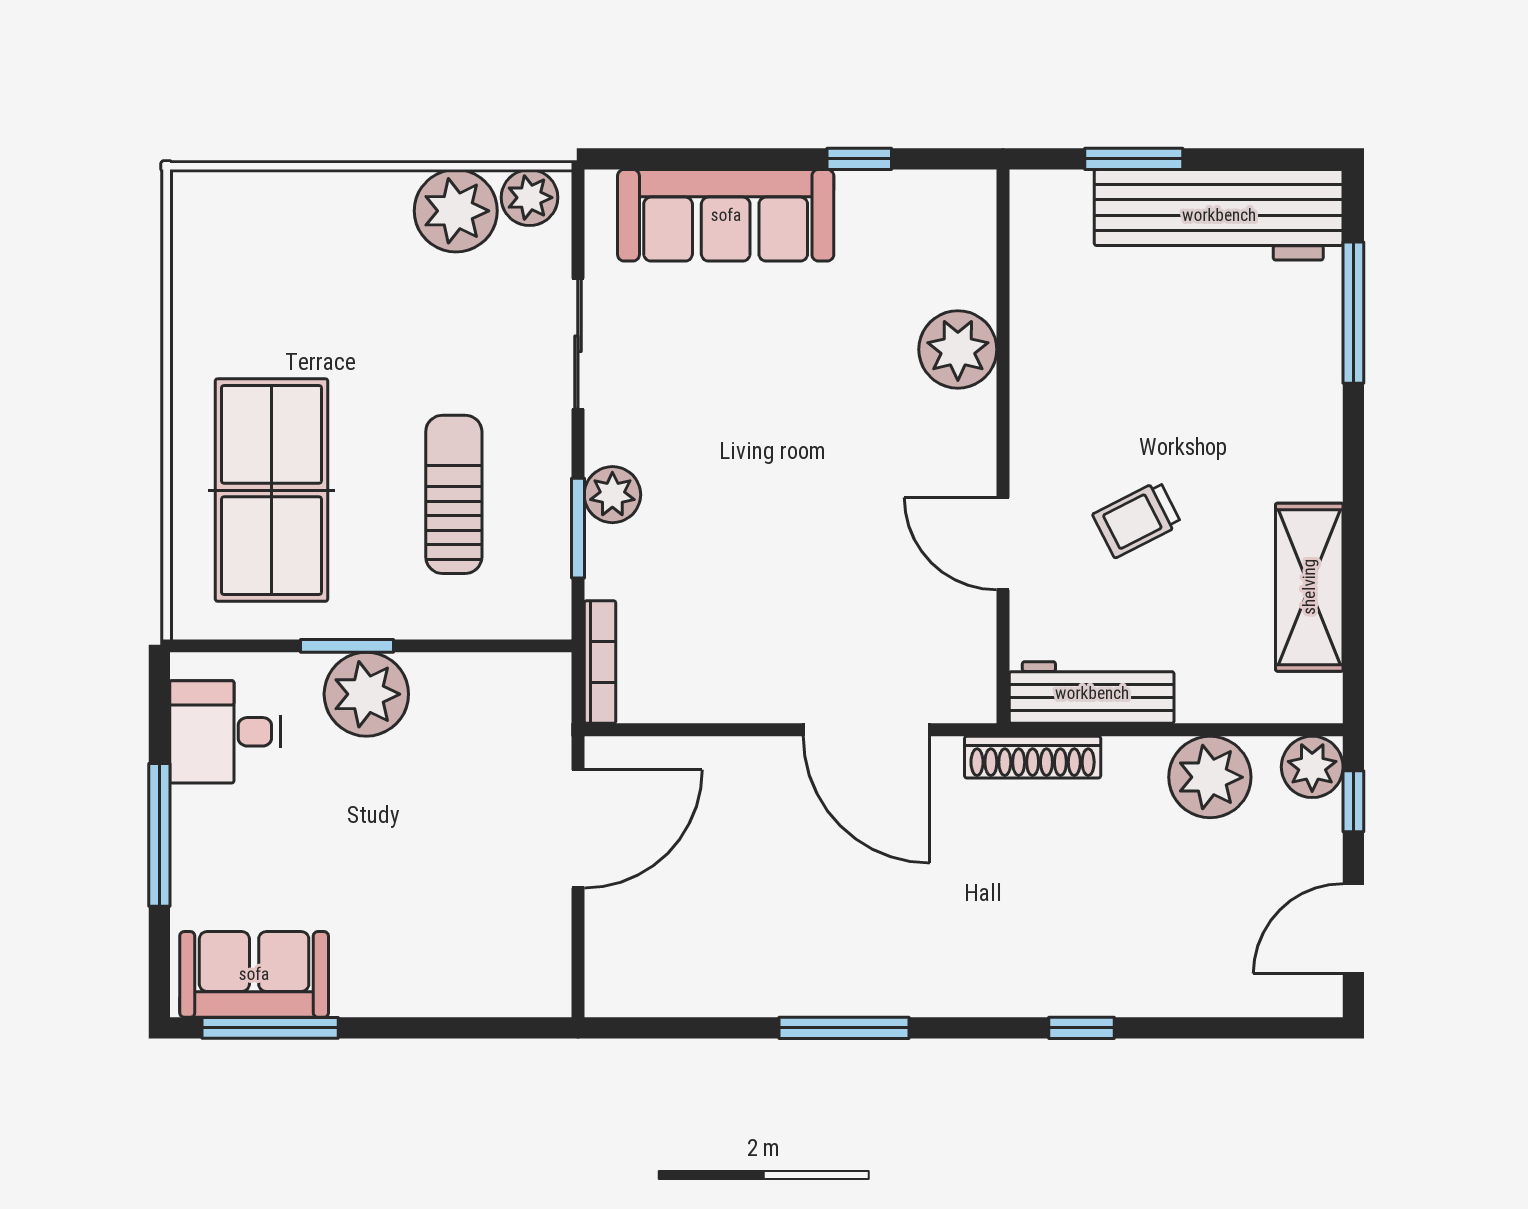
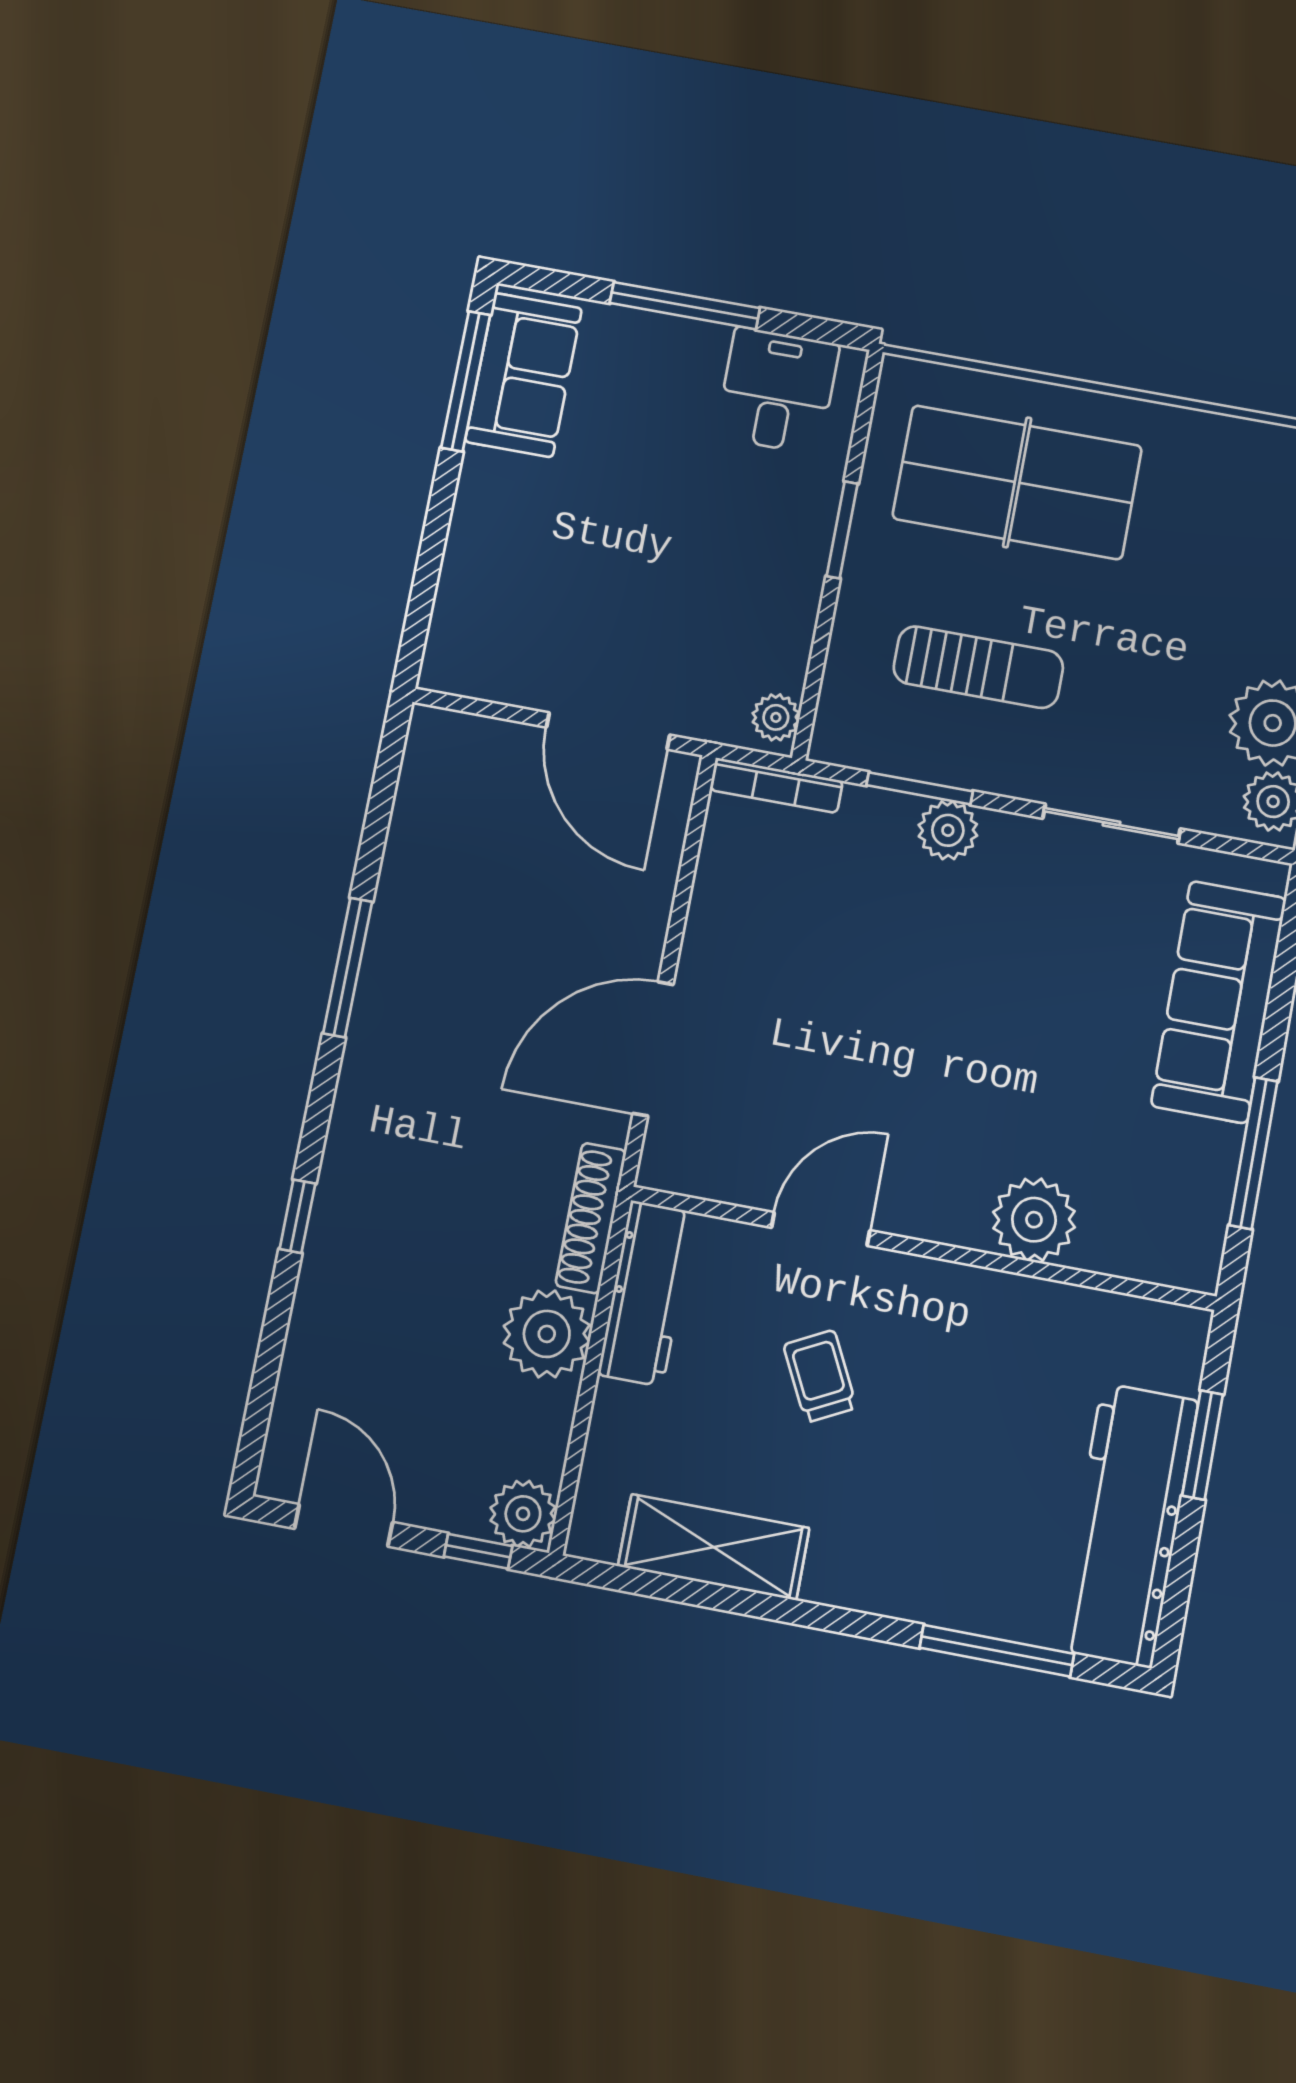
window: (859, 159) -> (1253, 1153), width x2.17
plant: (366, 694) -> (776, 717), moved, width x0.53, depth x0.53
plant: (1210, 777) -> (547, 1334), moved

